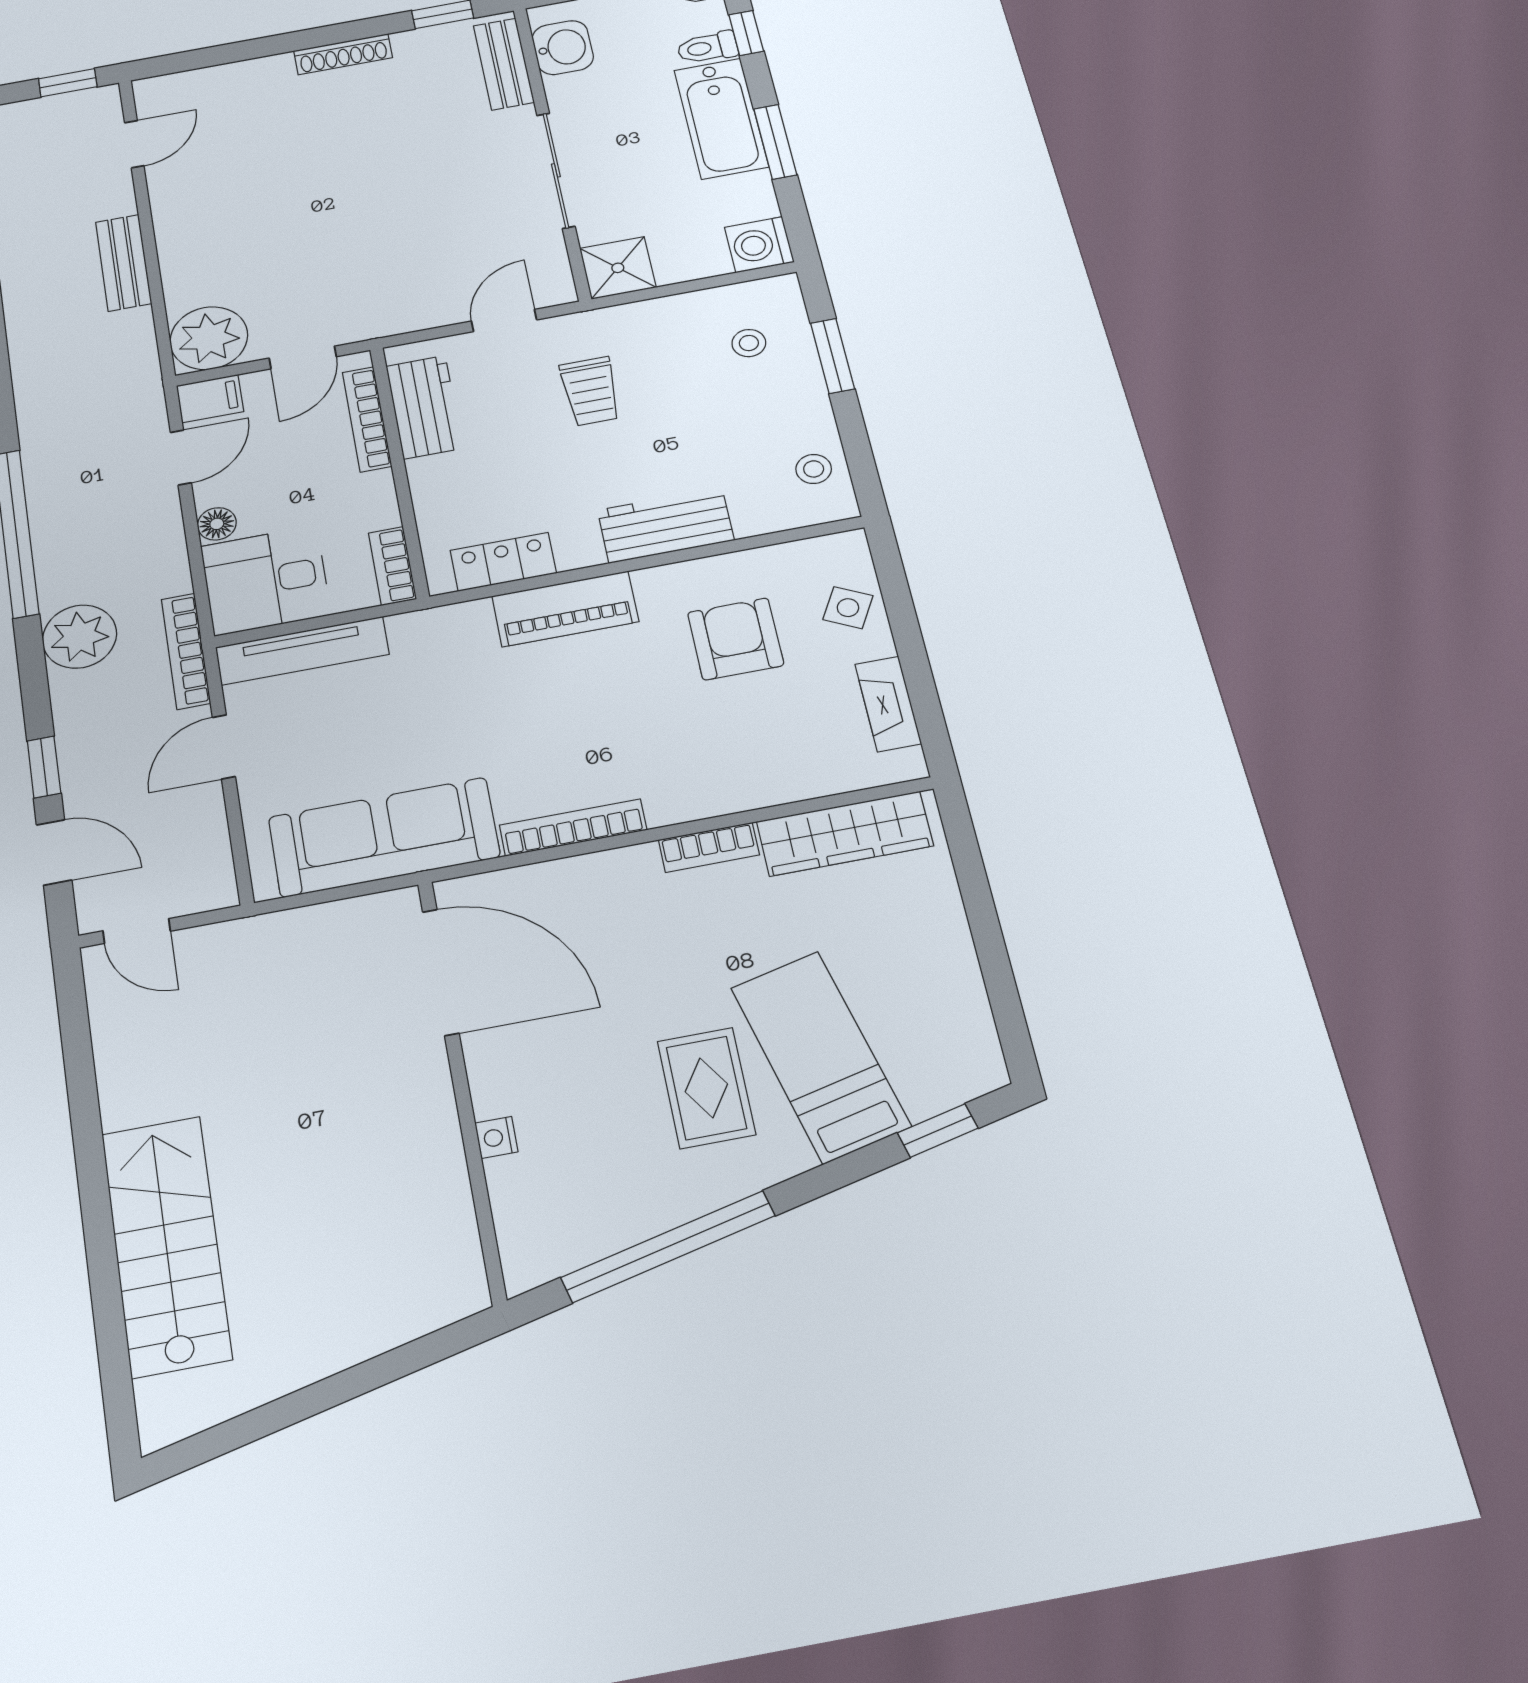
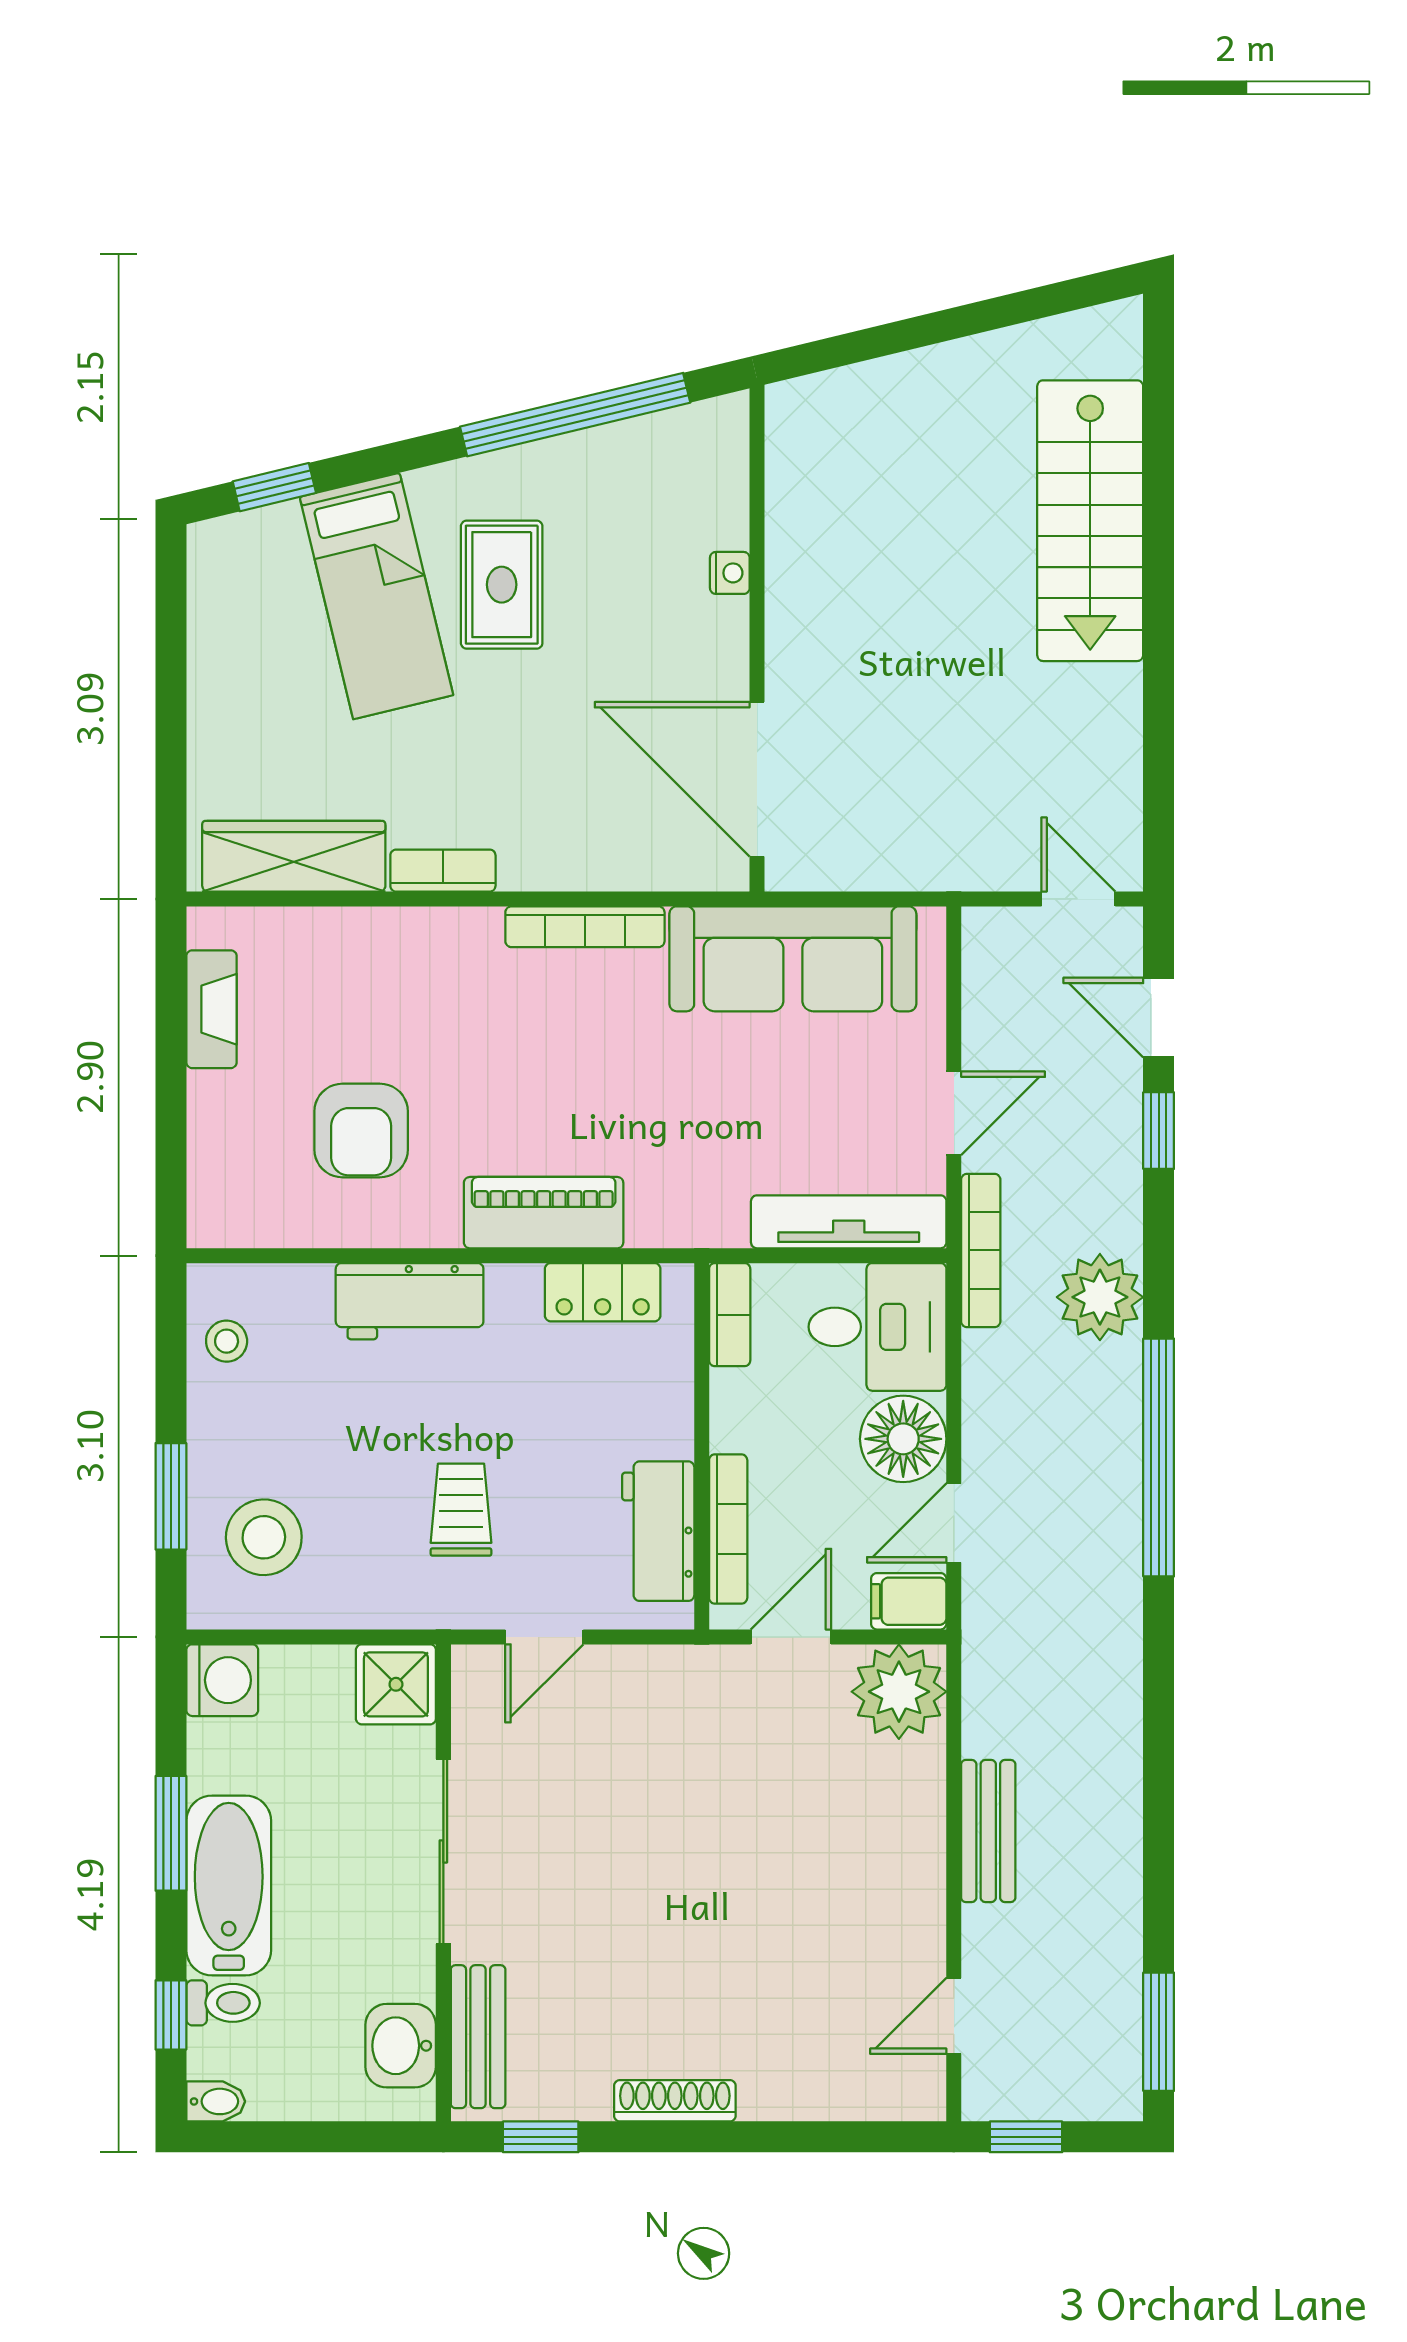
stool: (749, 343) -> (264, 1537), width x1.89, depth x1.89
floor lamp: (217, 524) -> (903, 1439), width x1.89, depth x1.89
side table: (848, 608) -> (228, 1144), removed

